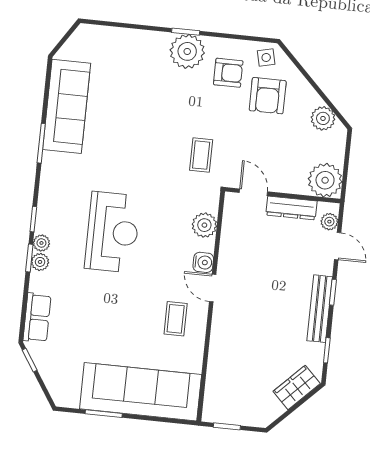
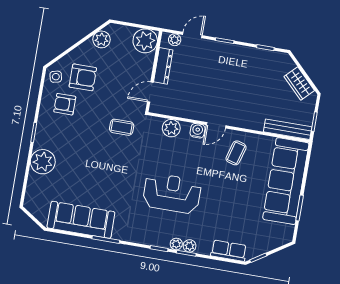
plant: (187, 51) -> (43, 162), moved
armchair: (228, 73) -> (65, 104), turned -90
bench: (320, 309) -> (288, 129), moved
coffee table: (176, 319) -> (236, 153), turned -74
wardrobe: (297, 387) -> (299, 84), moved

